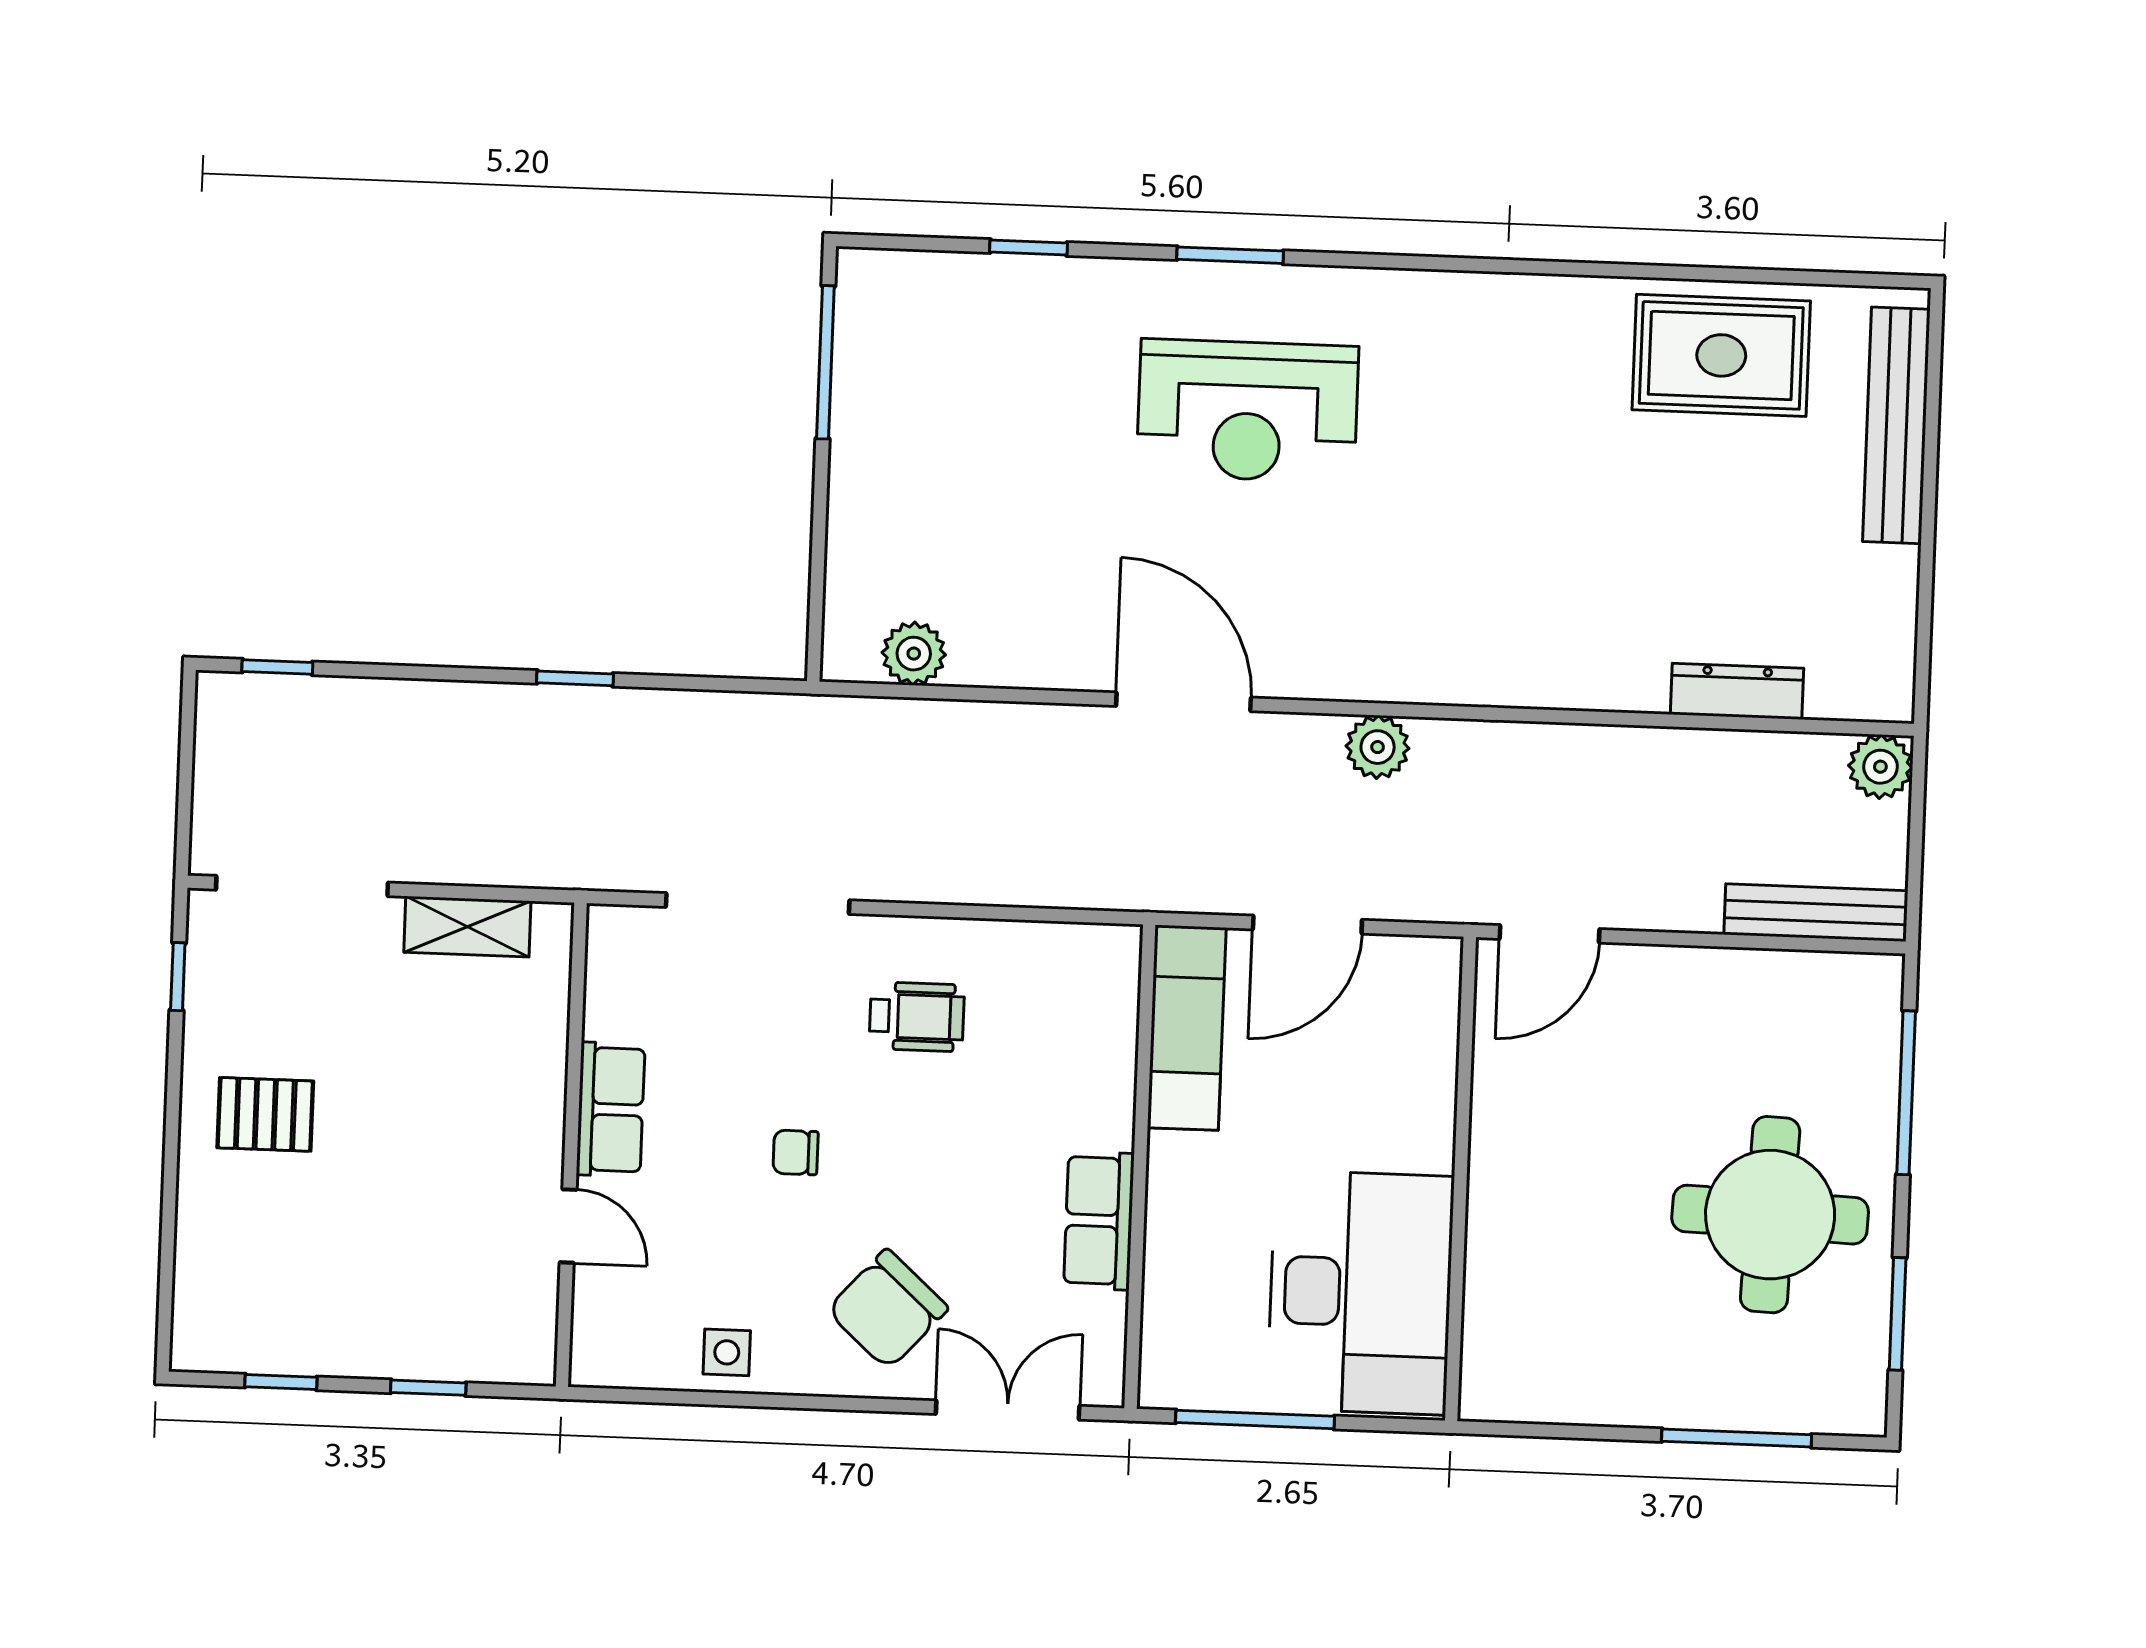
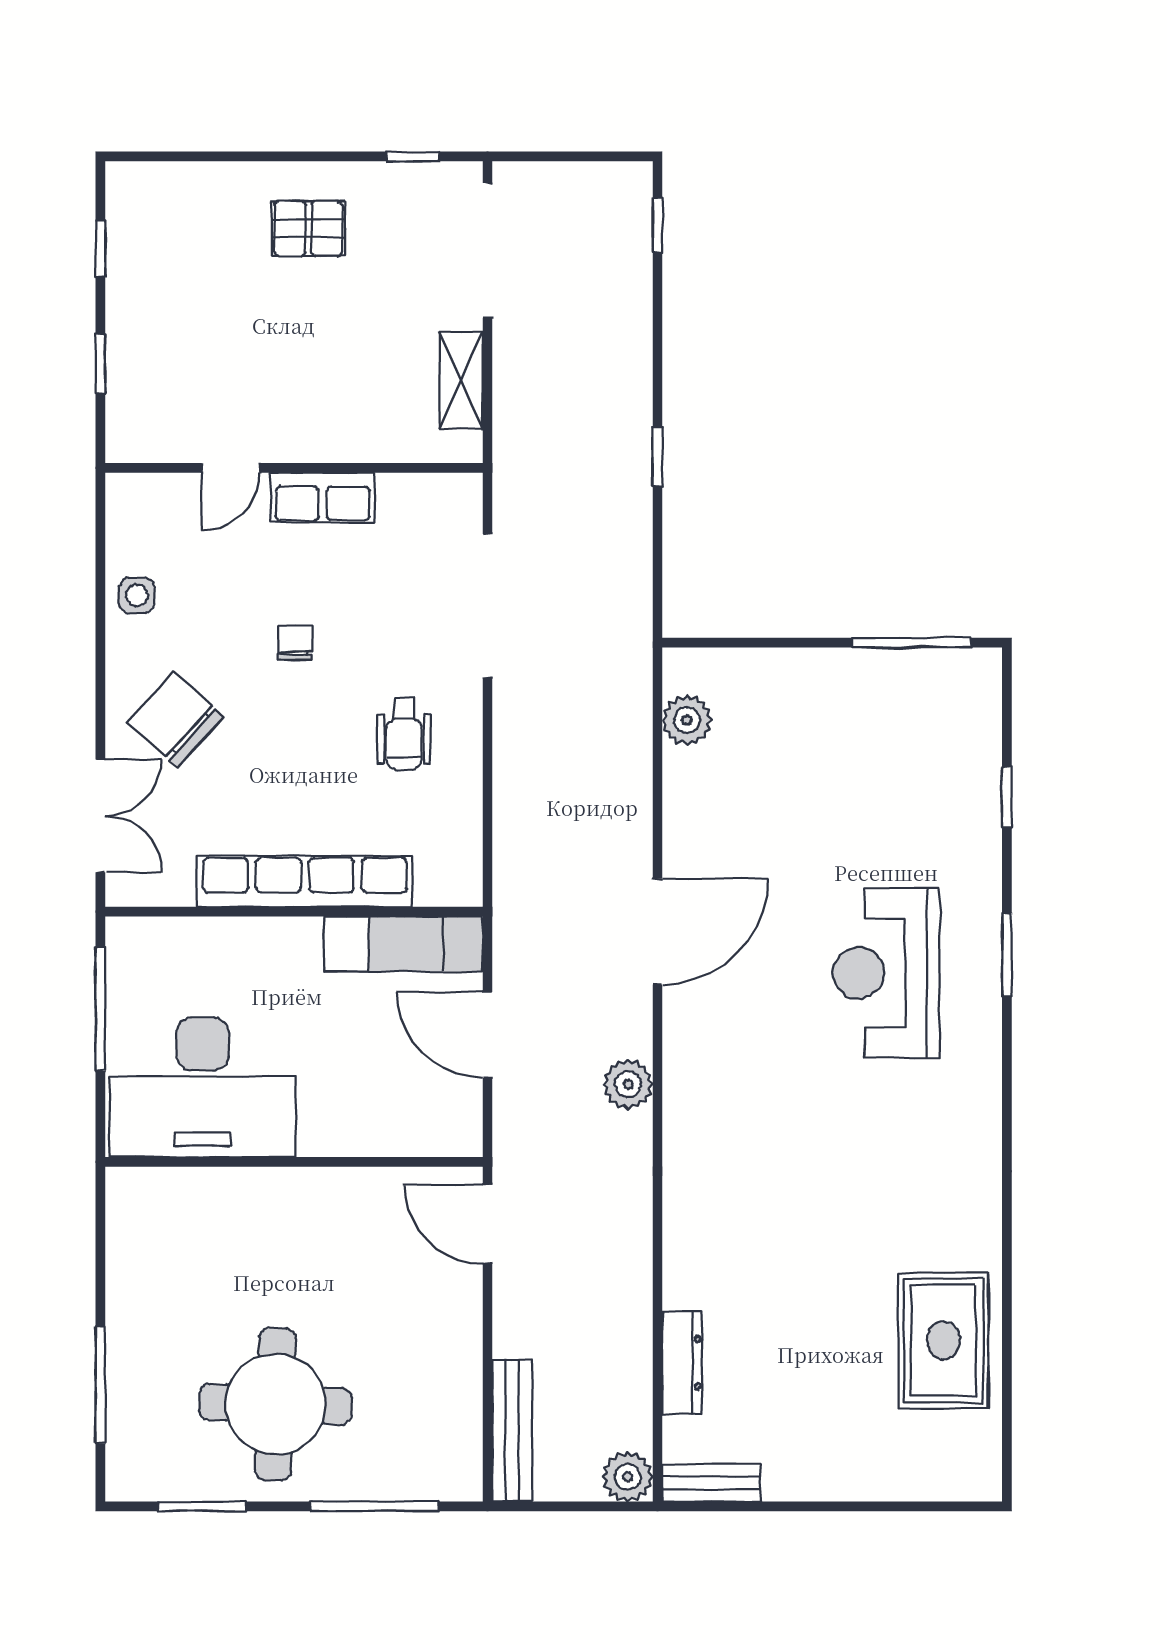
bench: (1896, 425) -> (711, 1483), moved, width x0.54, depth x0.82
pallet: (265, 1114) -> (308, 229), turned 90
row of seats: (1099, 1221) -> (305, 881), width x2.02

